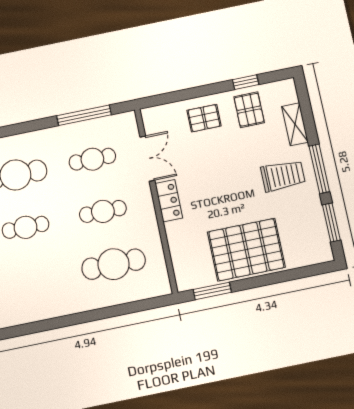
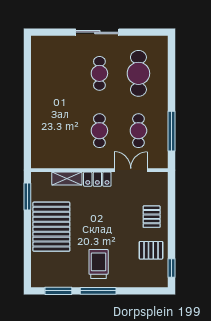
window: (246, 82) -> (171, 268), moved
shelving: (295, 124) -> (67, 179), moved
double door: (147, 159) -> (131, 170), swing flipped
trolley: (283, 176) -> (99, 264), turned 180
cafe table: (114, 264) -> (60, 131), removed

